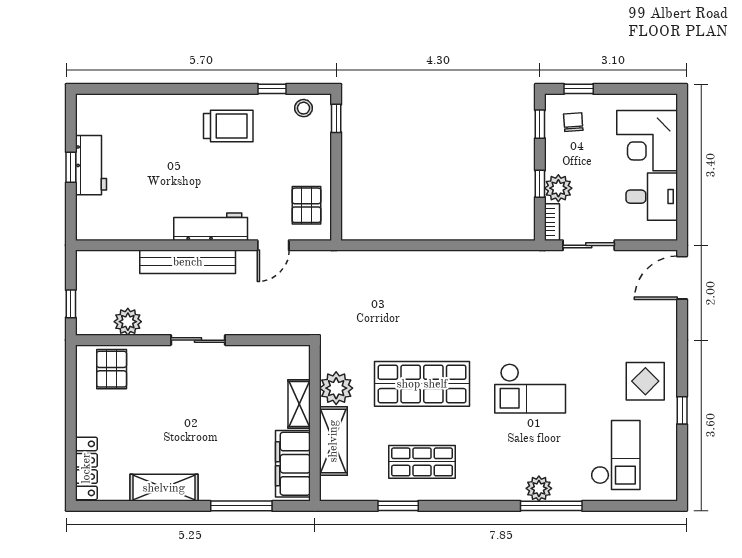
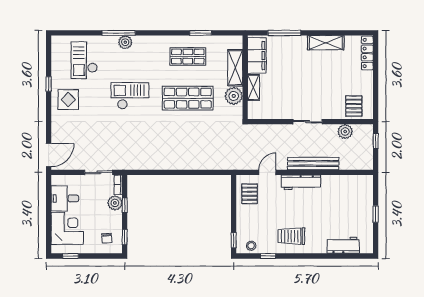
window: (579, 89) -> (71, 256), moved
workbench: (91, 165) -> (343, 245), moved, turned 90

